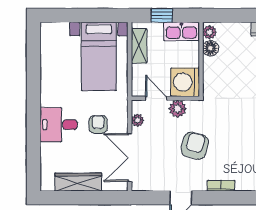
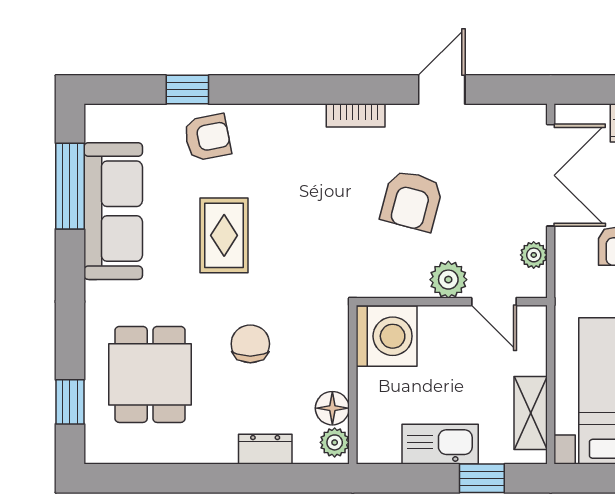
plant: (209, 32) -> (335, 442), moved
floor lamp: (210, 48) -> (332, 408), moved
wall: (201, 59) -> (353, 385), moved
washing machine: (185, 82) -> (387, 336), moved

